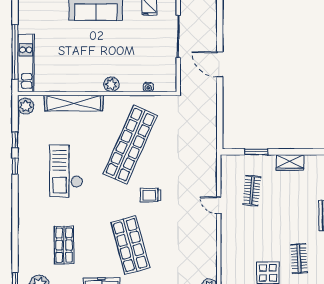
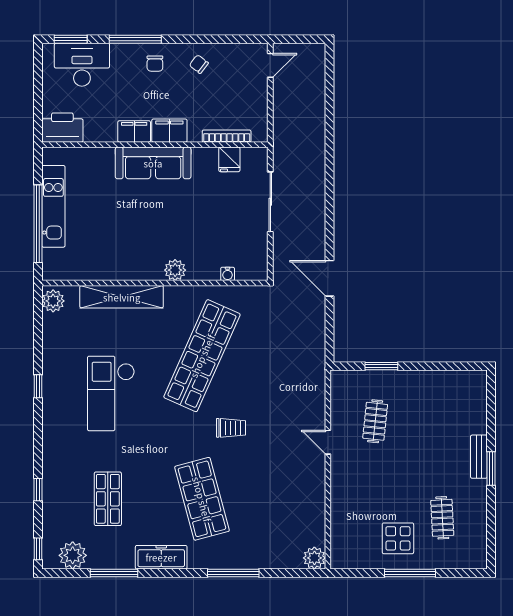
kitchen unit: (26, 63) -> (53, 206), moved
door: (220, 64) -> (329, 278), moved
window: (15, 140) -> (38, 490), moved
wardrobe: (290, 163) -> (429, 381), removed
trolley: (151, 195) -> (231, 428), turned 180

